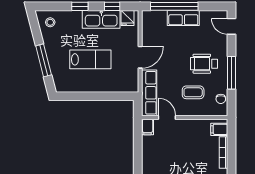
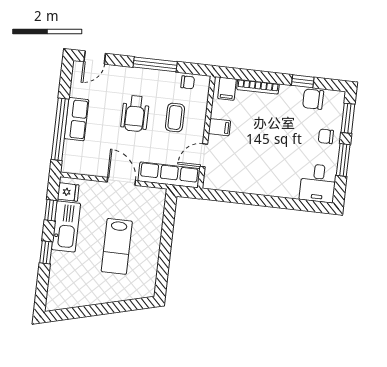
stool: (50, 22) -> (62, 293), removed
lab bench: (90, 59) -> (117, 246), turned 180
window: (44, 60) -> (111, 308), removed
wheelchair: (204, 64) -> (135, 114), moved
filing cabinet: (148, 127) -> (220, 127), moved

